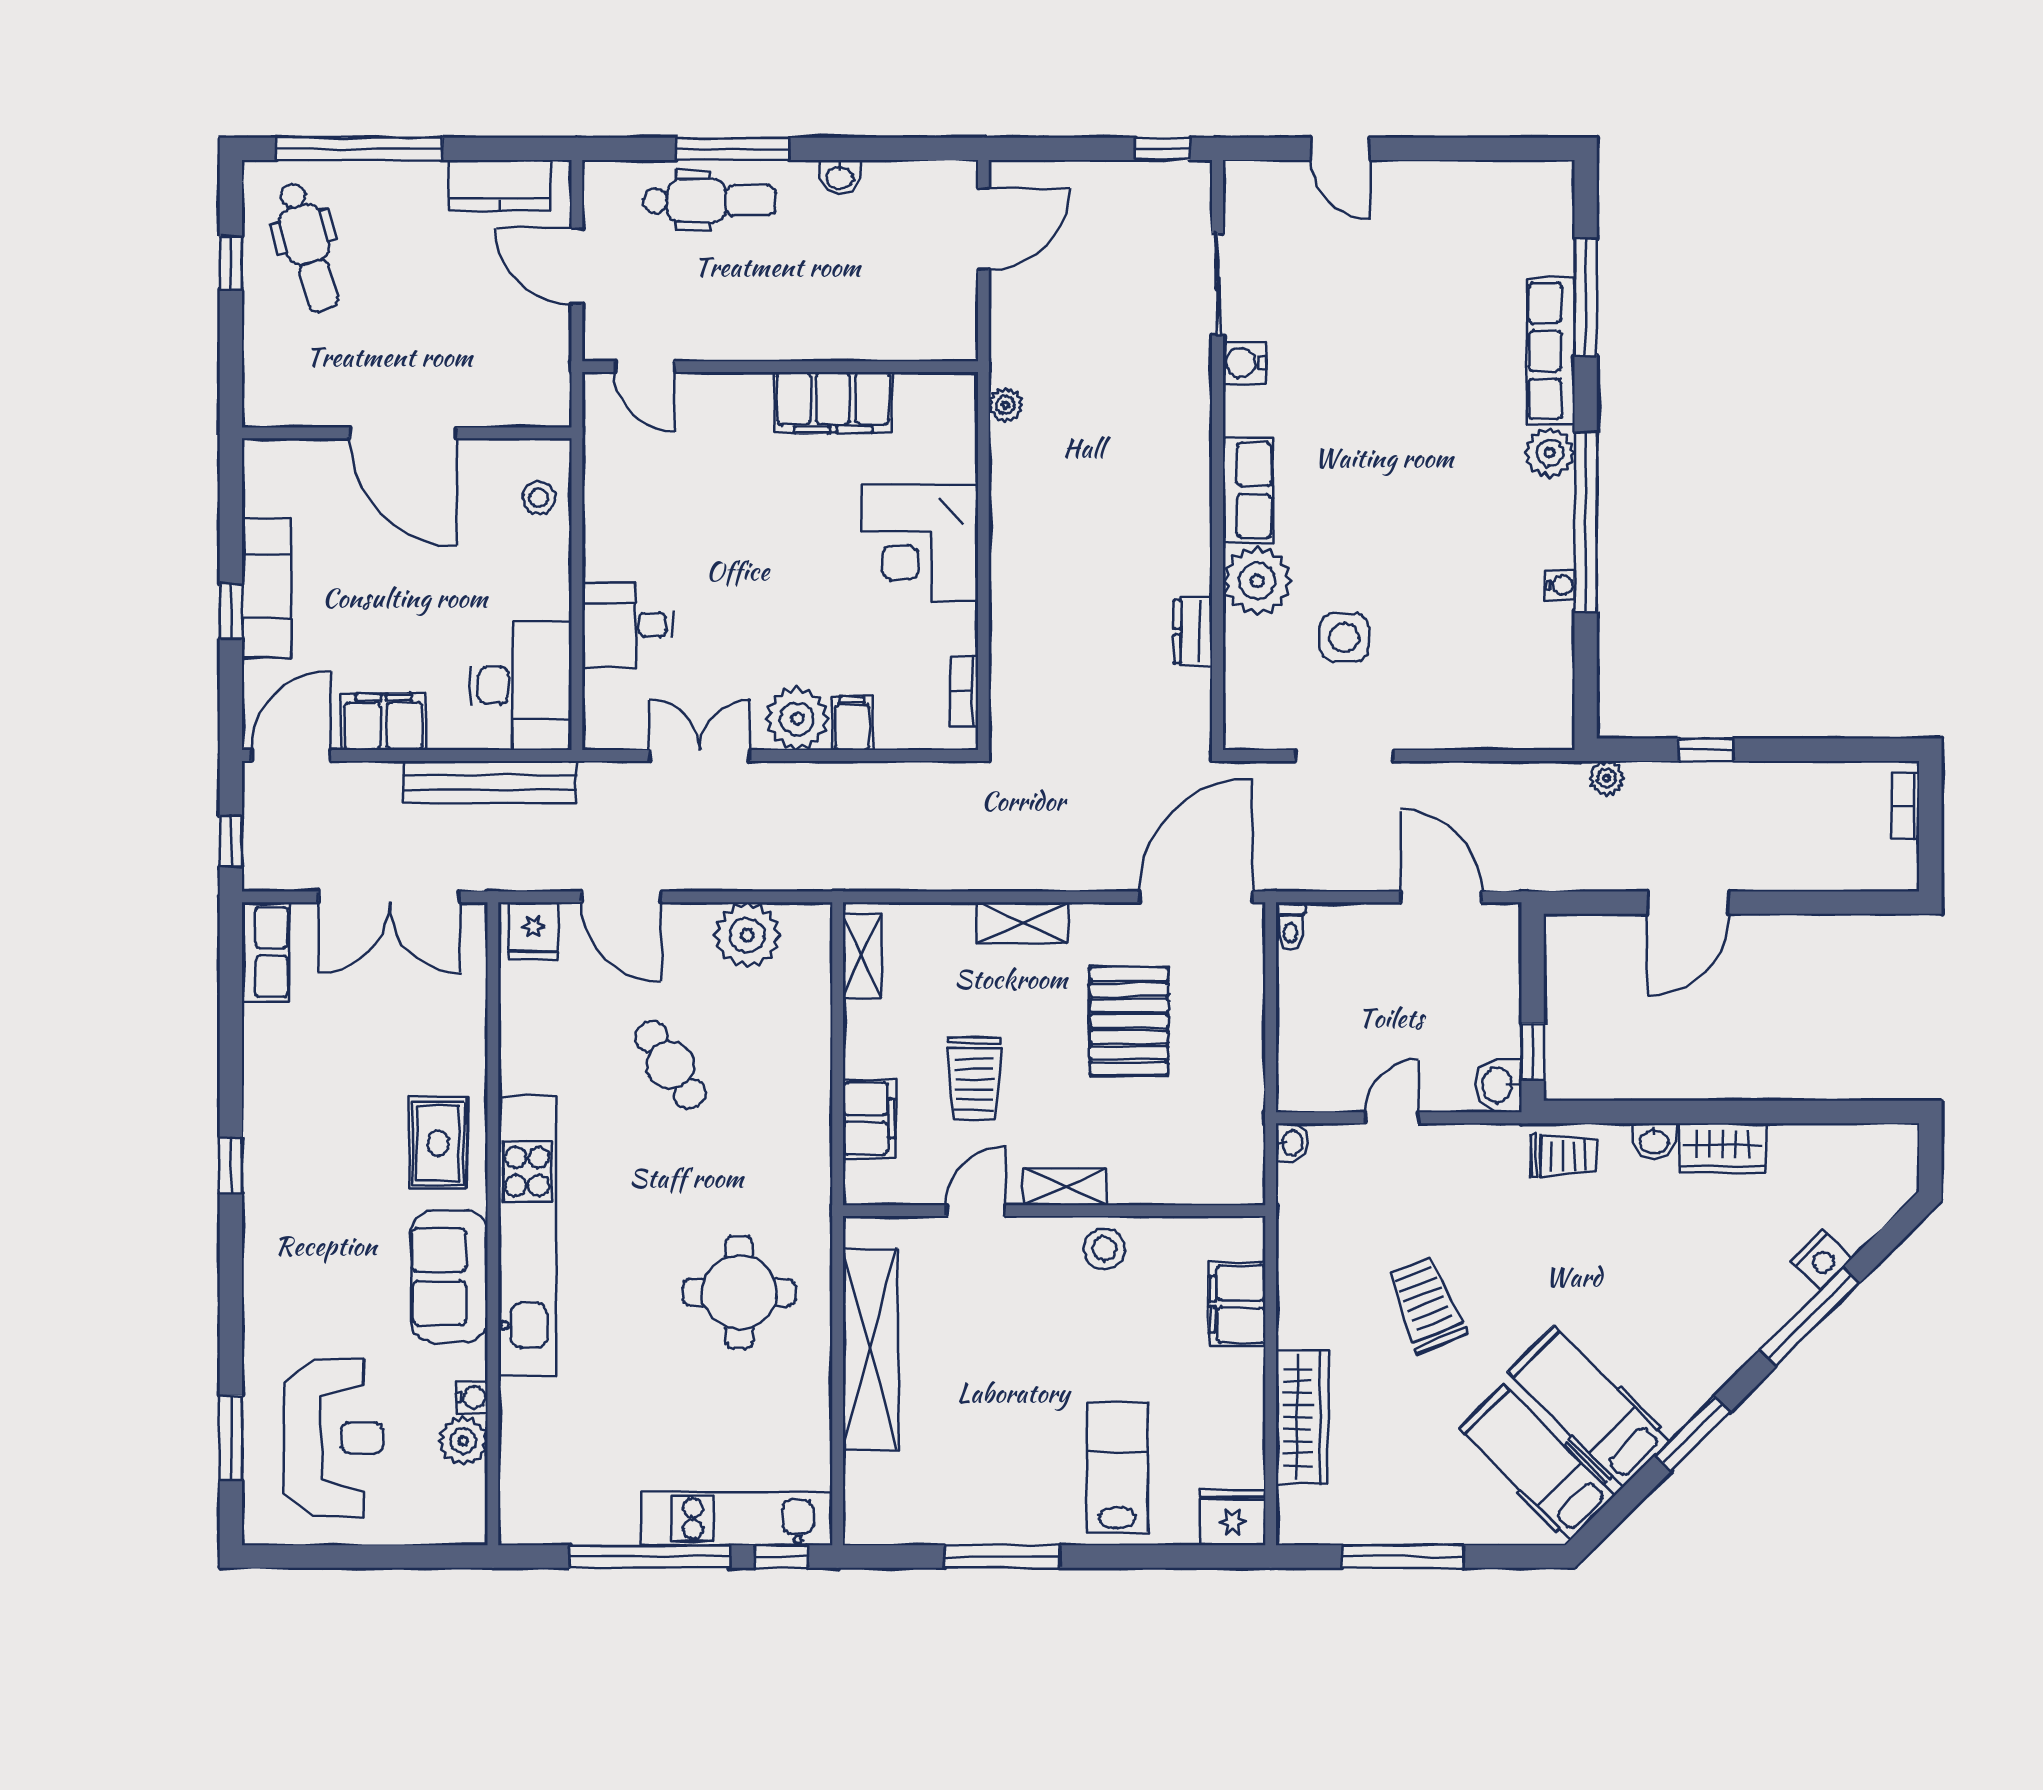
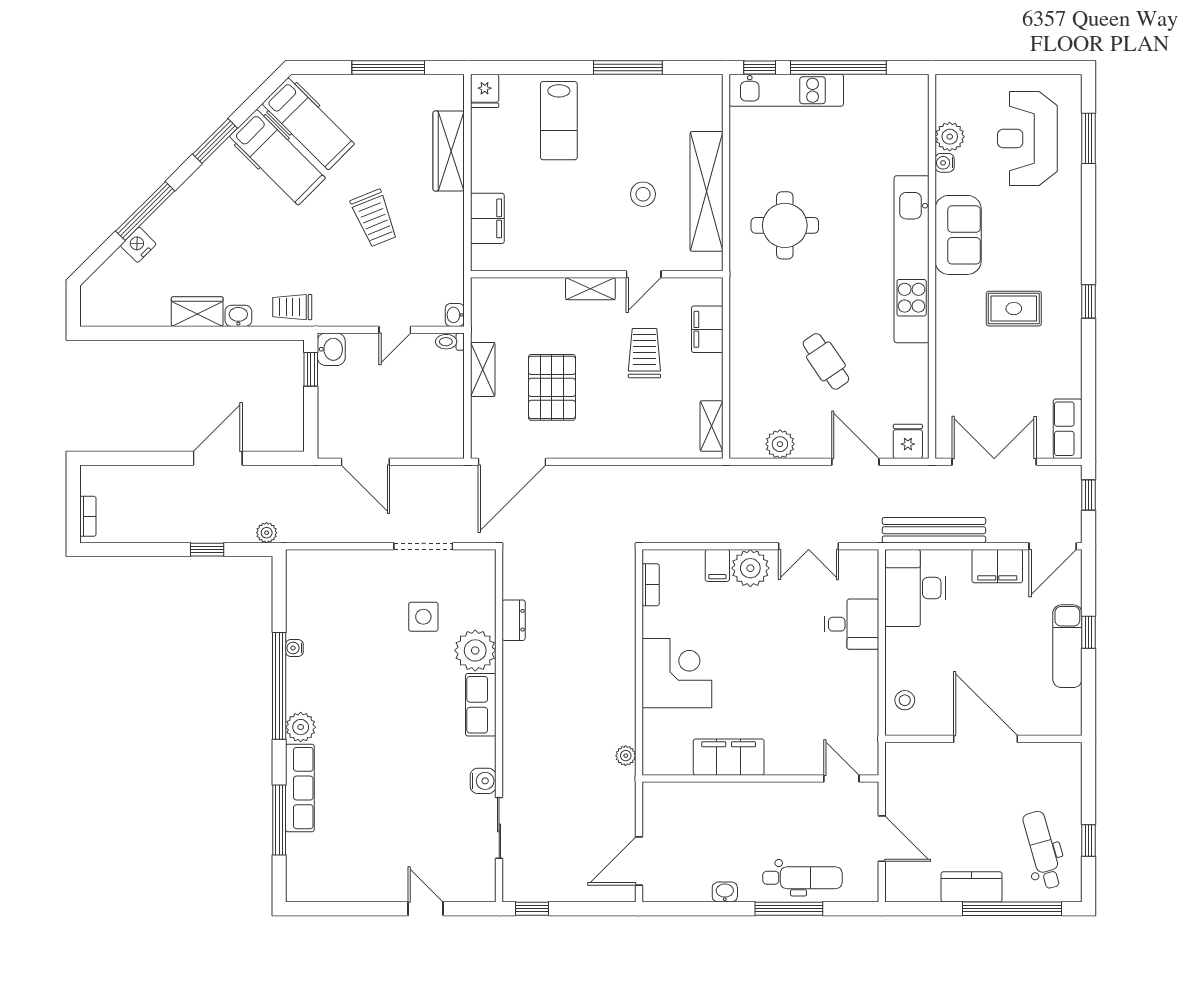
kitchen counter: (500, 185) -> (972, 887), moved
dental chair: (710, 201) -> (802, 878), turned 180
shelving: (1022, 923) -> (483, 369), moved, turned 90
toilet: (1291, 926) -> (450, 342), moved, turned -90
plant: (747, 935) -> (780, 444), width x0.73, depth x0.73
rug: (438, 1143) -> (1014, 309), moved, turned 90
stool: (1104, 1249) -> (643, 194), moved
fridge: (1233, 1517) -> (485, 91), width x0.72

